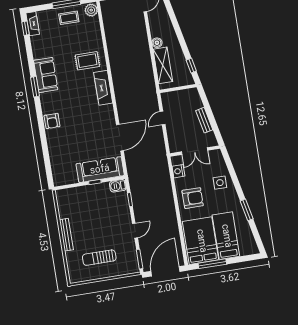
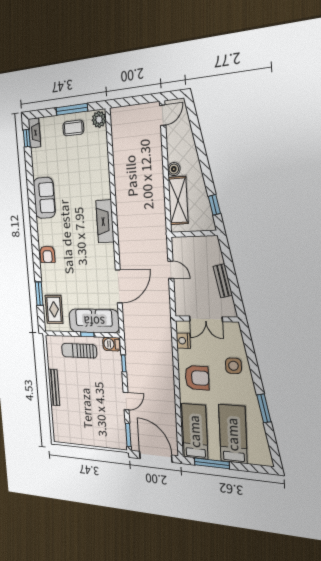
rug: (87, 61) -> (54, 309), moved, turned 90
window: (35, 87) -> (39, 294), moved
door: (163, 118) -> (171, 270), swing flipped
bed: (201, 241) -> (195, 431), width x0.67
sun lounger: (99, 258) -> (79, 351), moved
door: (165, 271) -> (156, 457), hinge flipped

